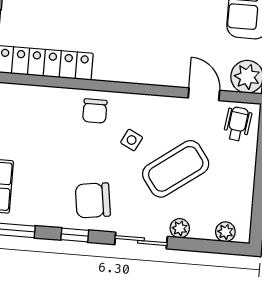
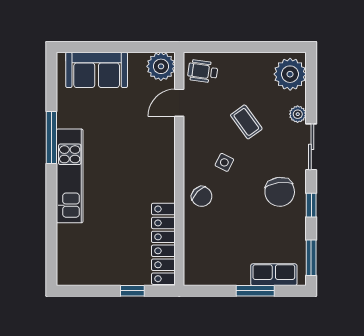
chair: (95, 111) -> (202, 196), turned 44
coffee table: (176, 169) -> (246, 122), width x0.54, depth x0.58
plant: (225, 232) -> (290, 74), width x1.88, depth x1.88

